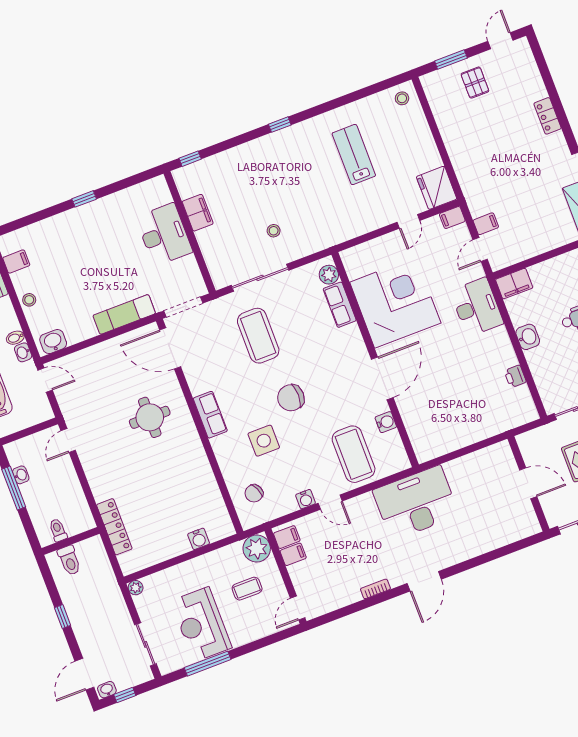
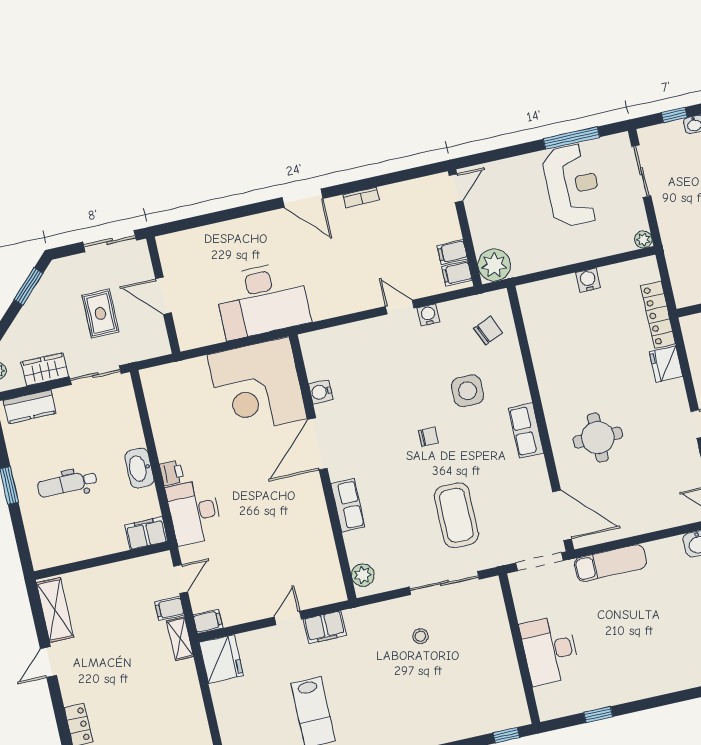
window: (84, 199) -> (598, 715), moved
shelving: (473, 200) -> (180, 639), added
filing cabinet: (198, 213) -> (325, 627), moved, turned -90
door: (408, 221) -> (288, 618), moved
corner desk: (395, 303) -> (257, 387), moved
row of seats: (340, 305) -> (348, 505), moved
washbasin: (528, 337) -> (139, 468), width x1.38
printer: (515, 376) -> (172, 473), moved
chair: (291, 398) -> (428, 437), width x0.54, depth x0.54
coffee table: (354, 454) -> (364, 360), removed
fridge: (102, 487) -> (666, 364), added
desk: (416, 503) -> (262, 300), moved
water cooler: (199, 539) -> (588, 280), moved
door: (424, 581) -> (303, 198), swing flipped
coffee table: (247, 589) -> (512, 220), removed

